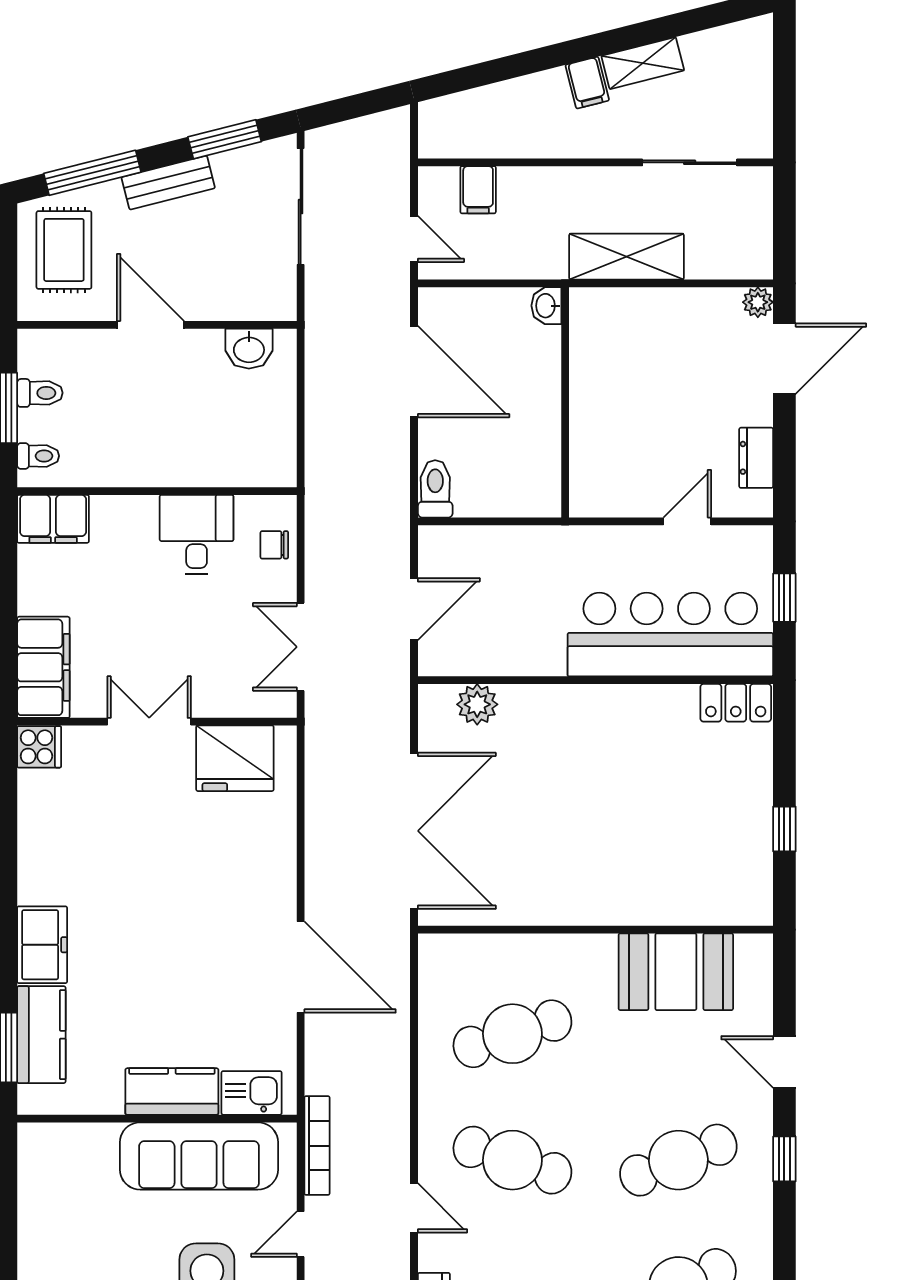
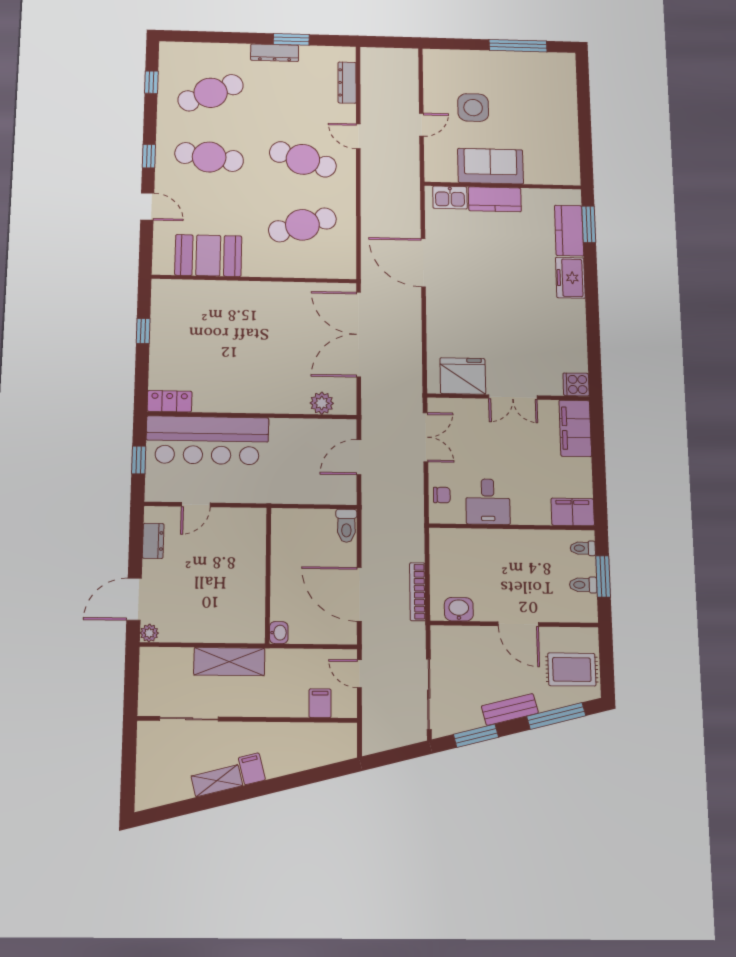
rug: (64, 250) -> (572, 669), turned 90
bookcase: (317, 1146) -> (418, 592), moved
sofa: (199, 1156) -> (491, 166), width x0.73
cafe table: (678, 1160) -> (209, 157), turned 30

